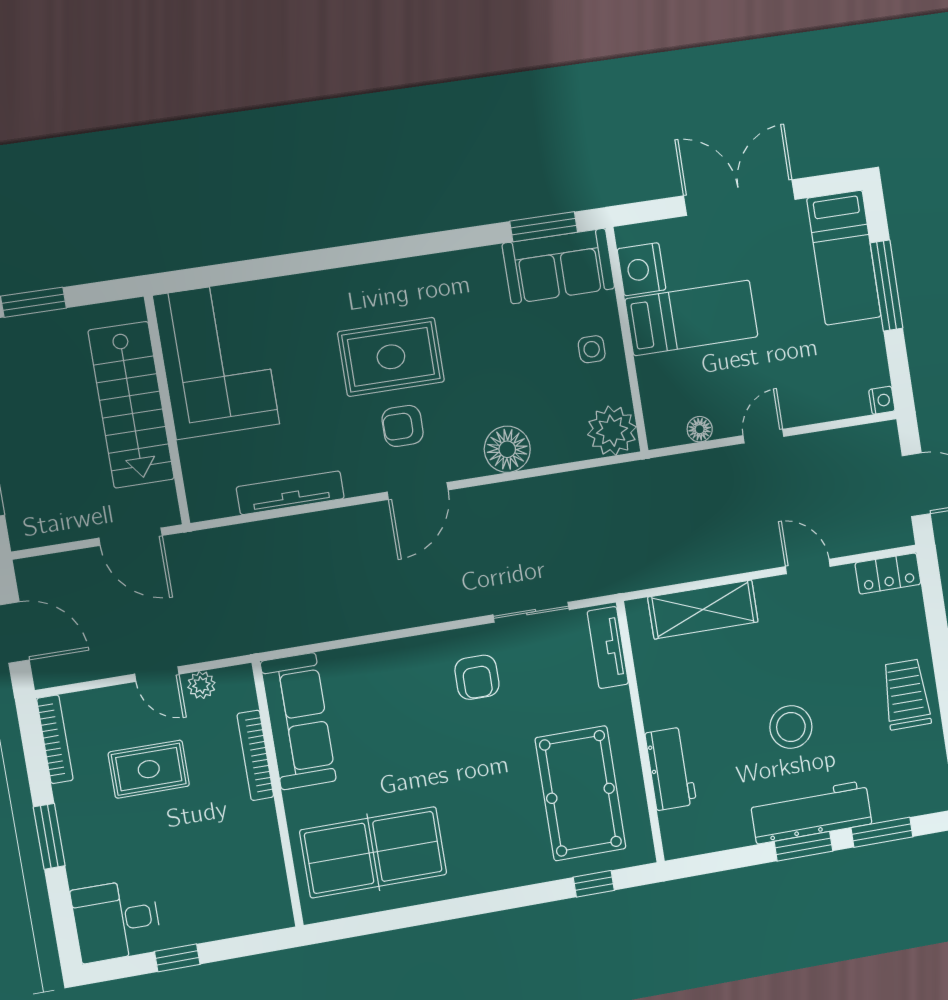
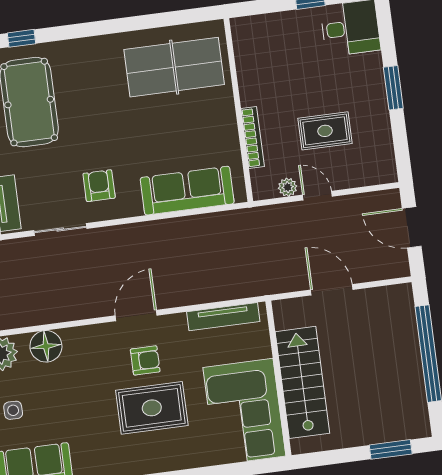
corner sofa: (216, 360) -> (244, 412), moved
stairs: (131, 405) -> (302, 382), moved
wall: (167, 410) -> (278, 378), moved
floor lamp: (507, 449) -> (46, 346), moved
sofa: (298, 721) -> (187, 191), moved, turned 90
bookcase: (55, 739) -> (387, 154), removed

